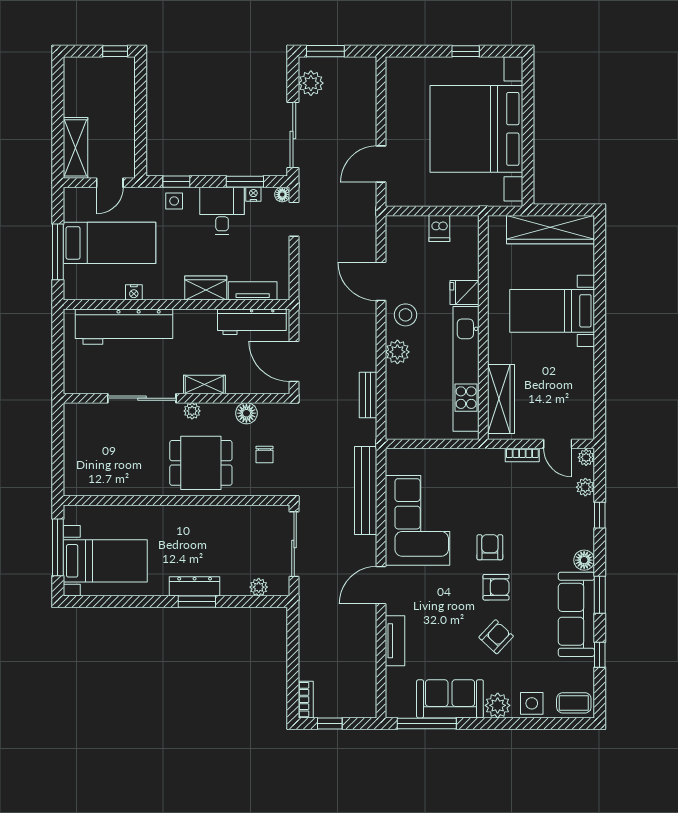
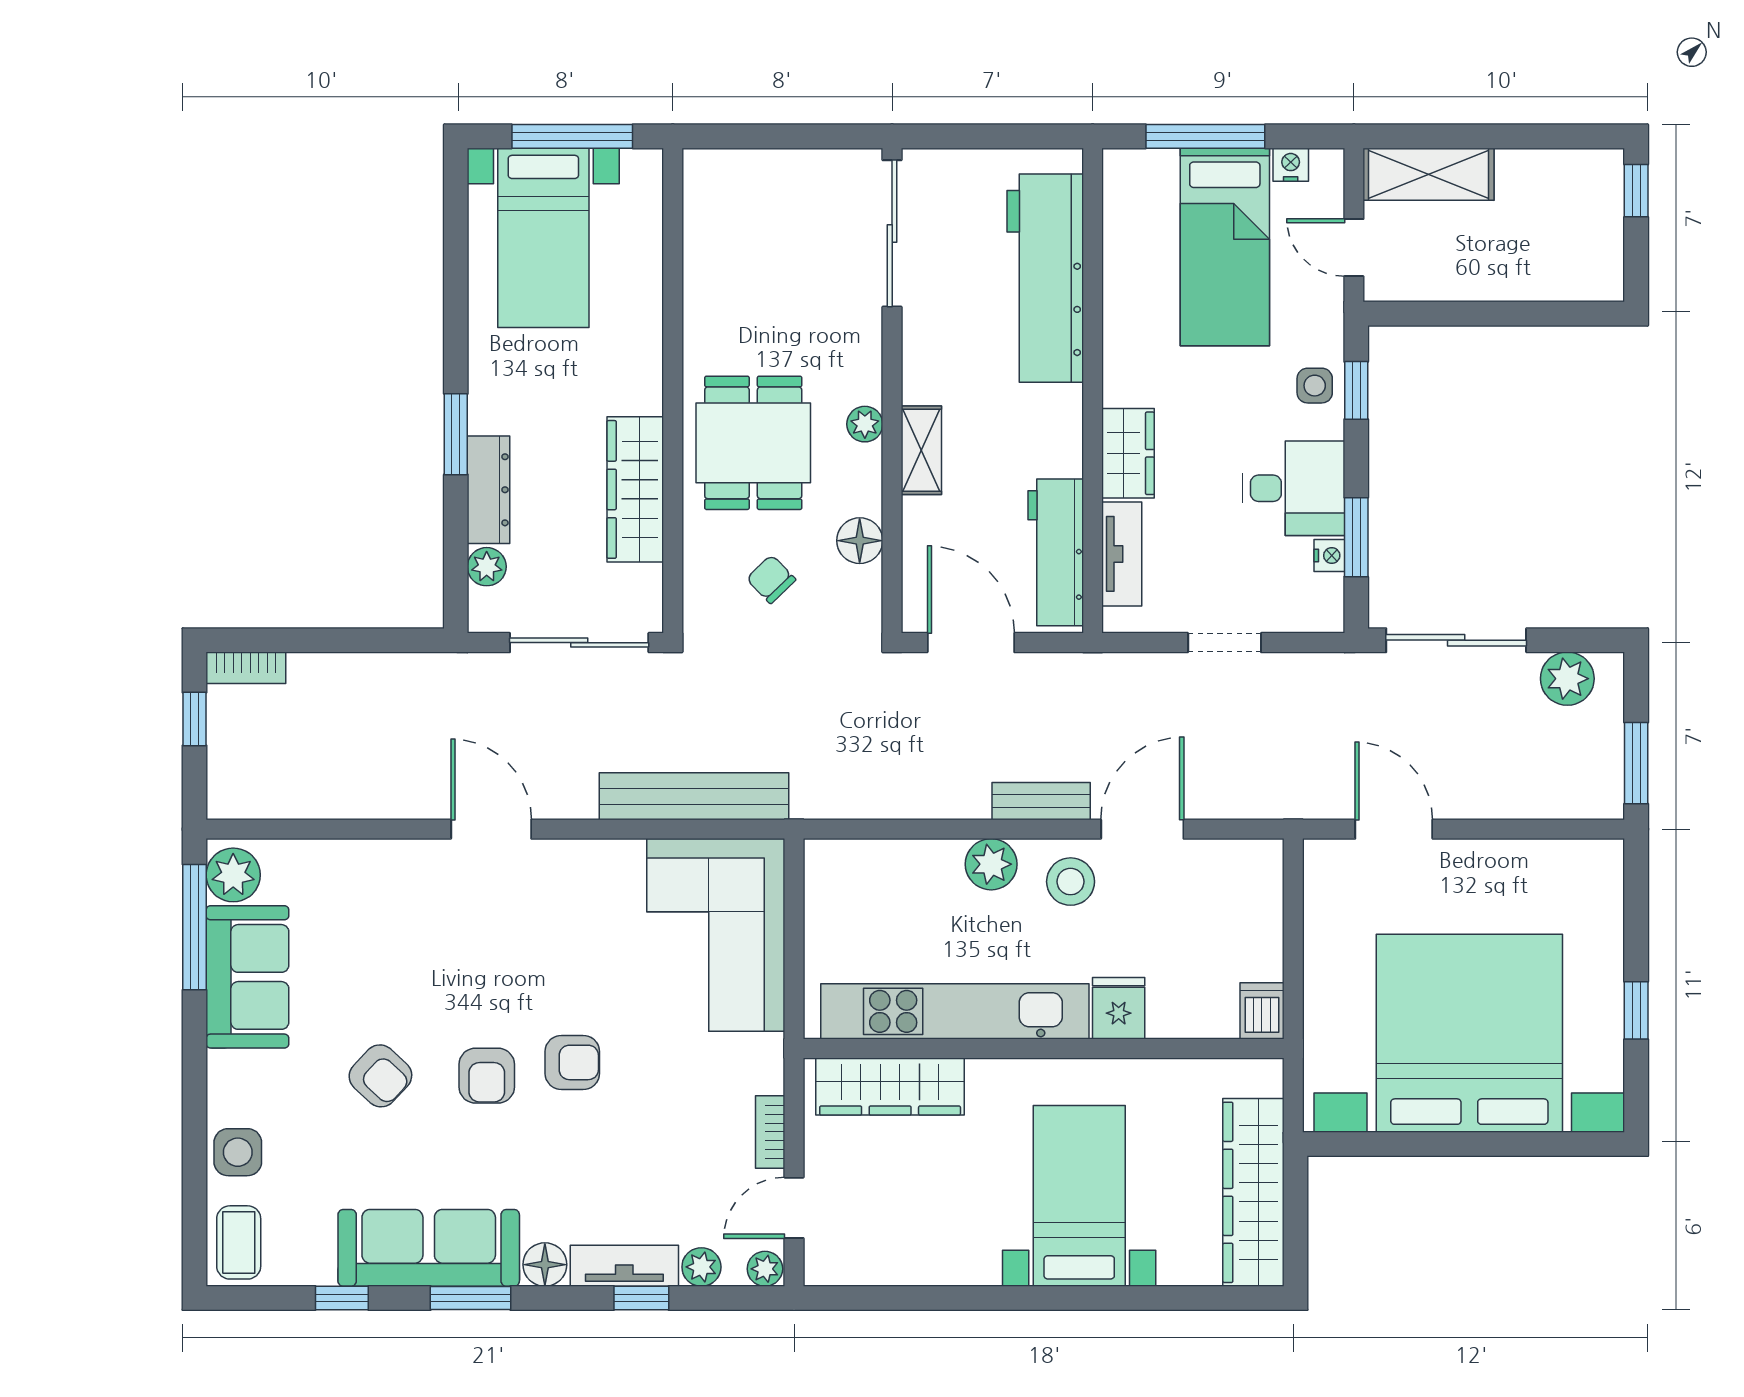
window: (115, 51) -> (1636, 191), moved
window: (325, 51) -> (1636, 763), moved
floor lamp: (282, 195) -> (1329, 617), removed
doorway: (294, 219) -> (1225, 643), moved
dishwasher: (439, 229) -> (1262, 1011), moved, turned 90
nightstand: (134, 292) -> (1291, 165), moved, turned 90
door: (294, 361) -> (971, 643), hinge flipped
bench: (368, 395) -> (1041, 801), moved
sliding door: (142, 398) -> (892, 233), moved
chair: (264, 455) -> (771, 579), turned 46
wardrobe: (223, 518) -> (635, 489), added
corner sofa: (418, 520) -> (716, 935), moved, turned 90
dresser: (195, 586) -> (489, 490), moved
tv unit: (395, 641) -> (624, 1266), moved, turned 180
plant: (498, 705) -> (233, 875), moved

